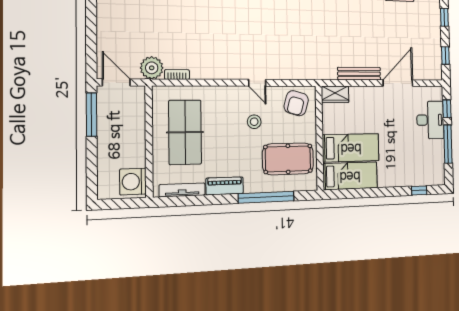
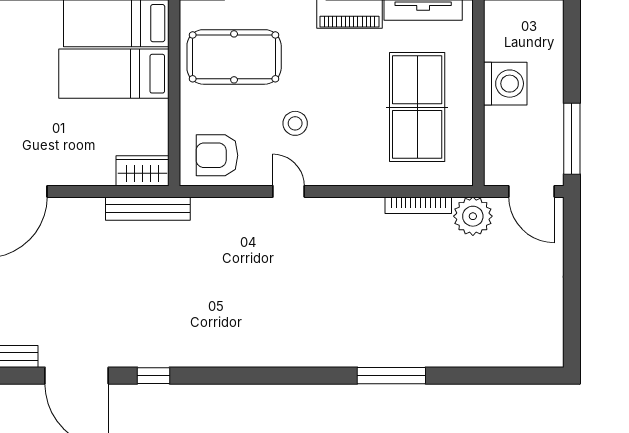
bench: (359, 74) -> (148, 209), moved
bookcase: (177, 75) -> (418, 205), width x1.56
armchair: (296, 103) -> (217, 155), turned -106
washing machine: (133, 182) -> (505, 84), moved

